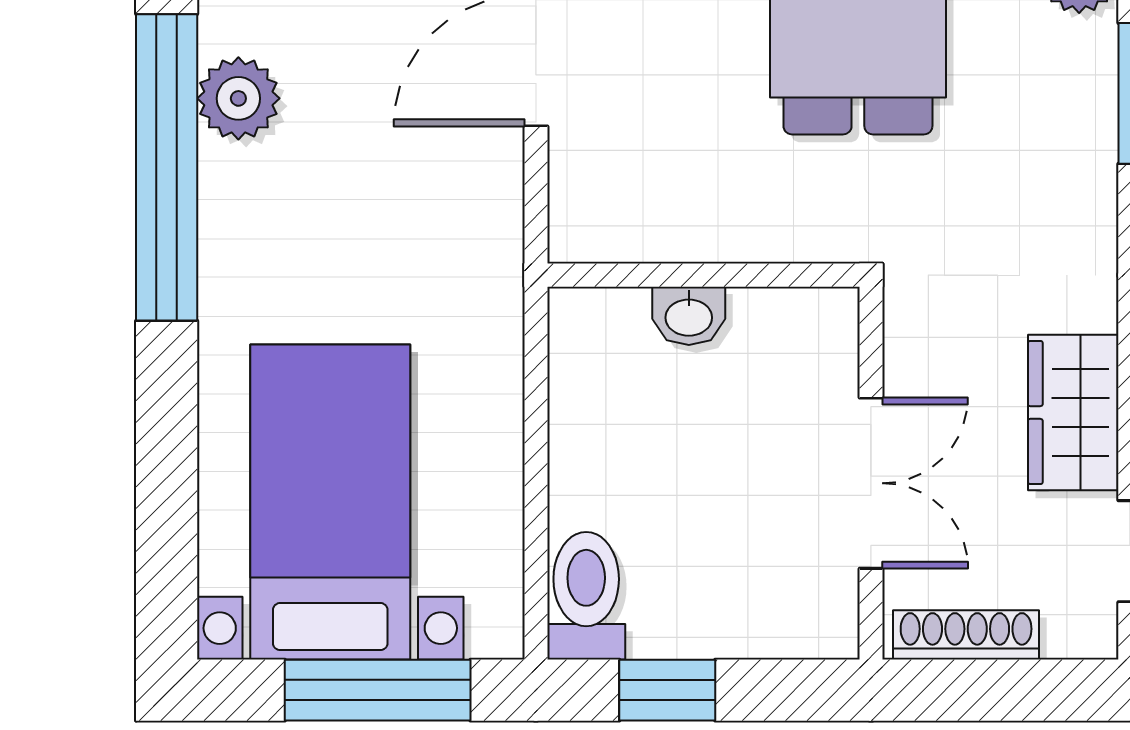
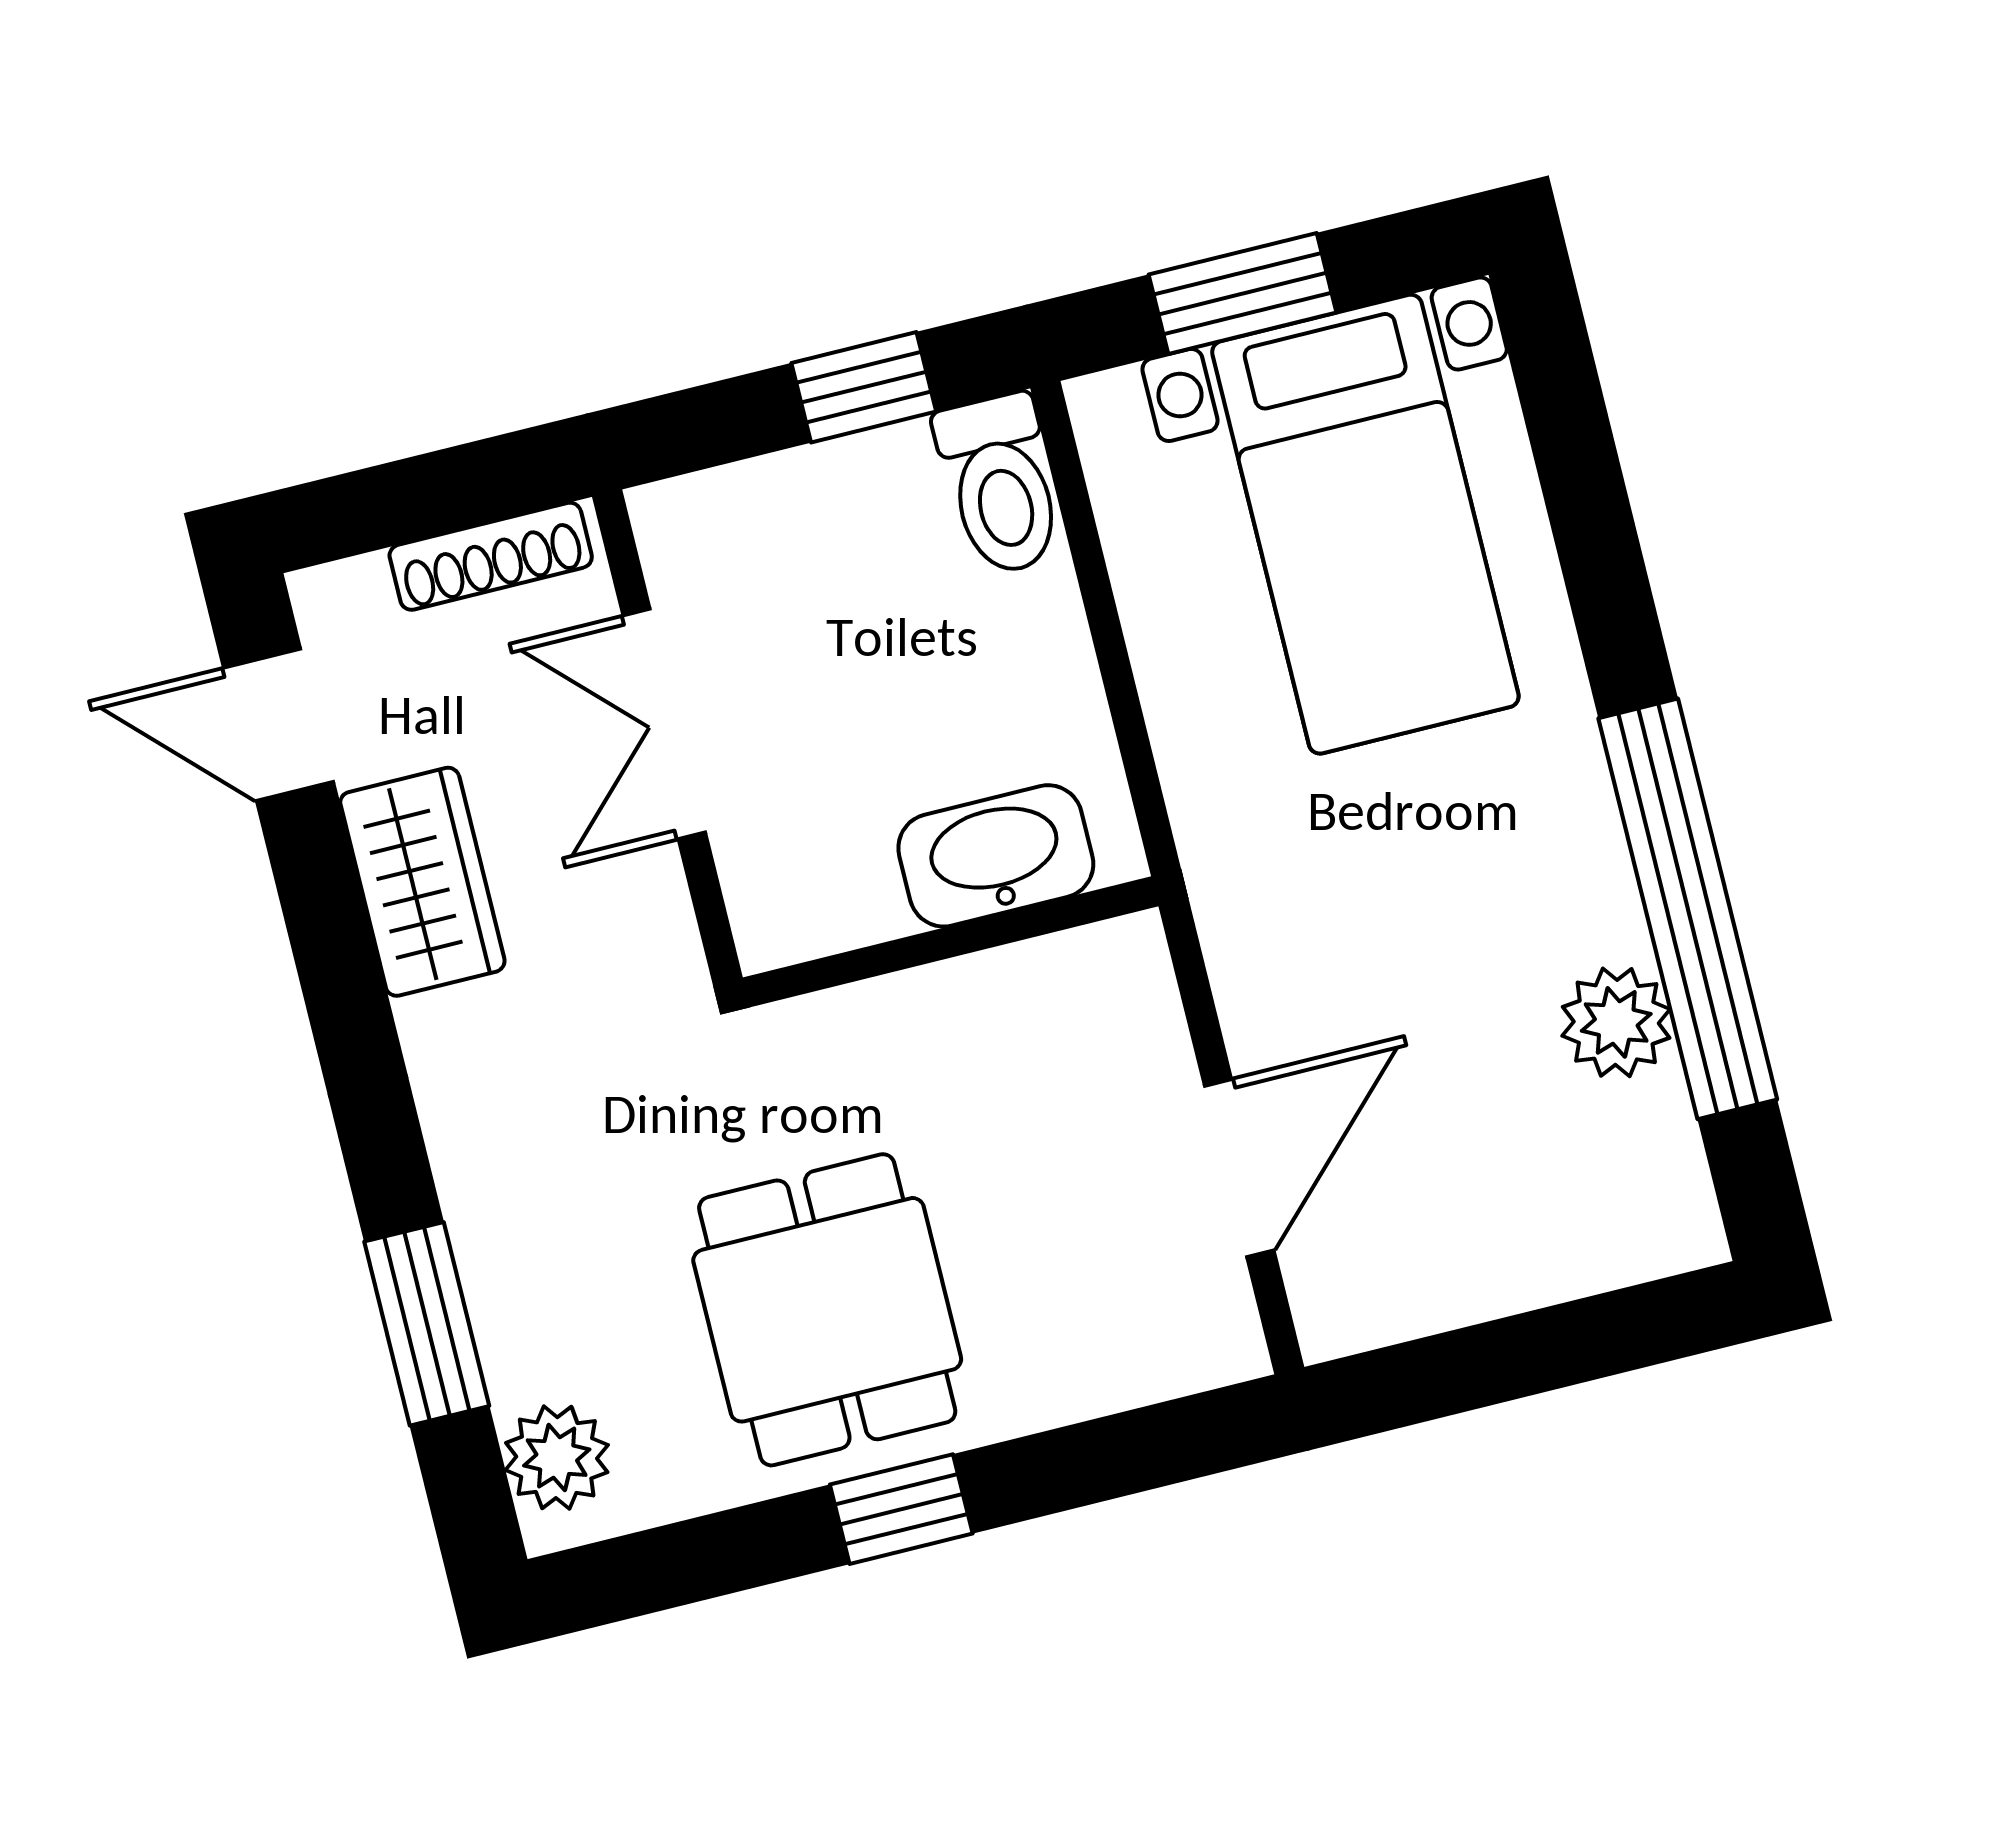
washbasin: (689, 316) -> (996, 856), width x1.91, depth x1.45
window: (378, 690) -> (1242, 294), width x0.69

